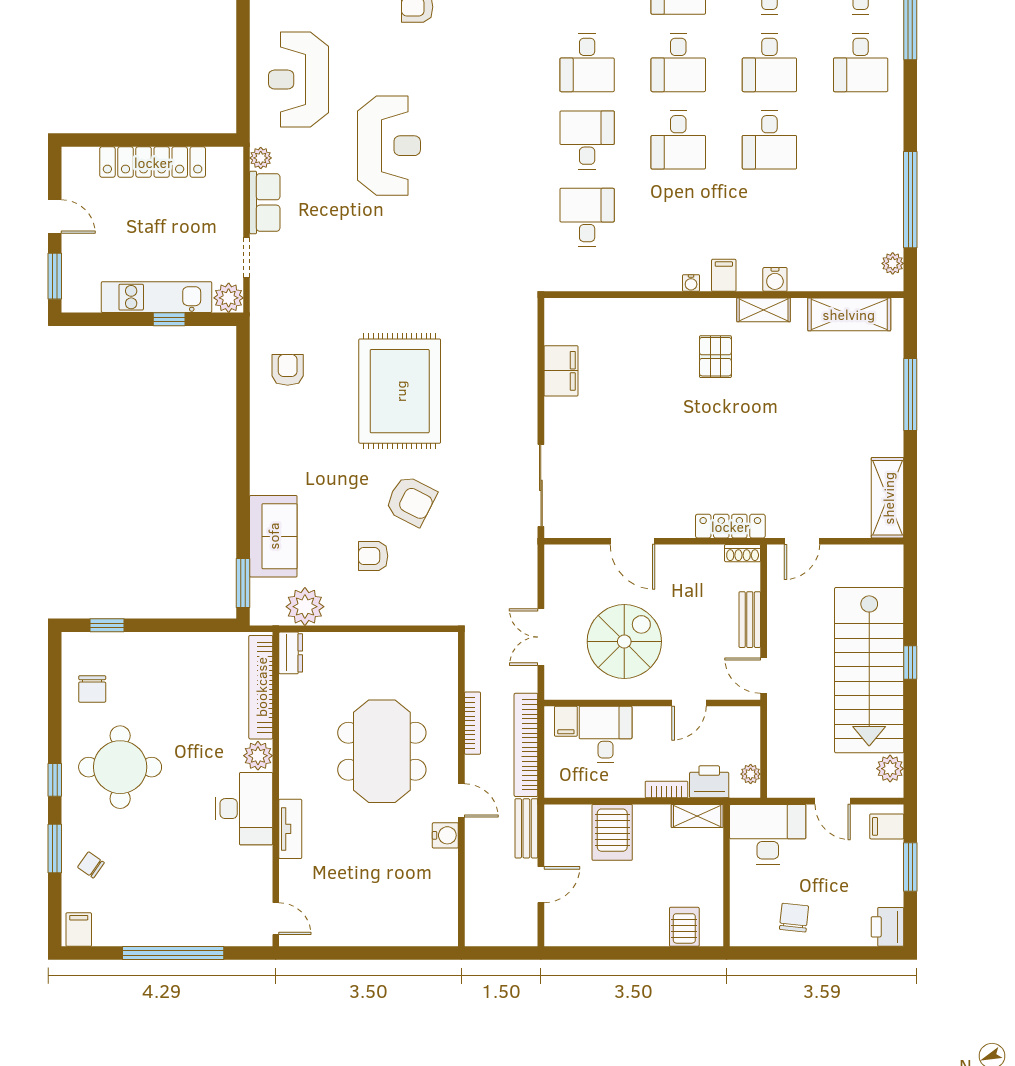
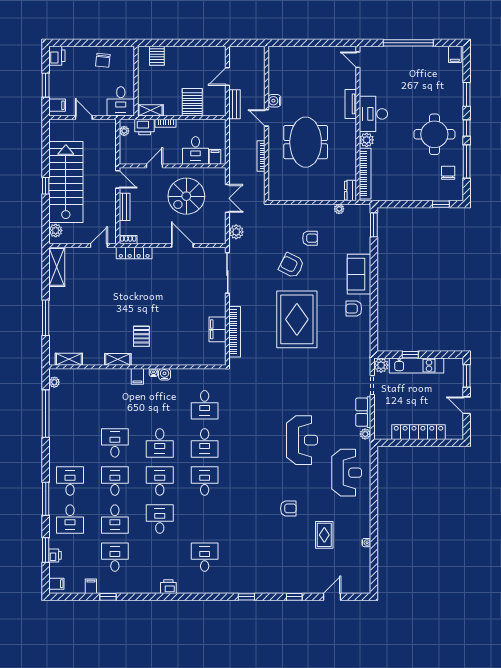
desk: (678, 140) -> (160, 443), turned 180
reception desk: (389, 146) -> (302, 440), turned 180
water cooler: (775, 279) -> (165, 374), moved
shelving: (849, 314) -> (69, 359), width x0.67, depth x0.75
armchair: (288, 370) -> (354, 309), moved, turned 90
sofa: (273, 536) -> (359, 274), moved
plant: (523, 569) -> (236, 232), added
plant: (305, 607) -> (339, 209), width x0.53, depth x0.53
window: (55, 712) -> (467, 162), added
bookcase: (526, 745) -> (235, 332), moved
plant: (890, 769) -> (56, 230), moved
desk: (768, 834) -> (121, 101), width x0.73
chair: (91, 865) -> (449, 86), removed

